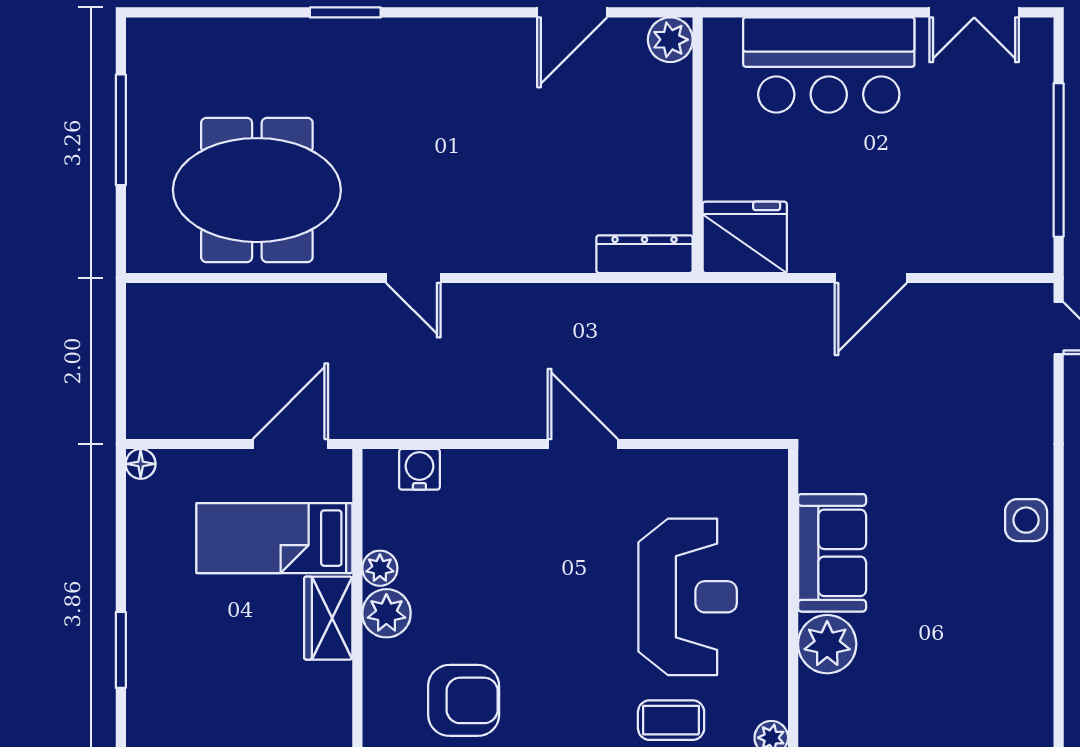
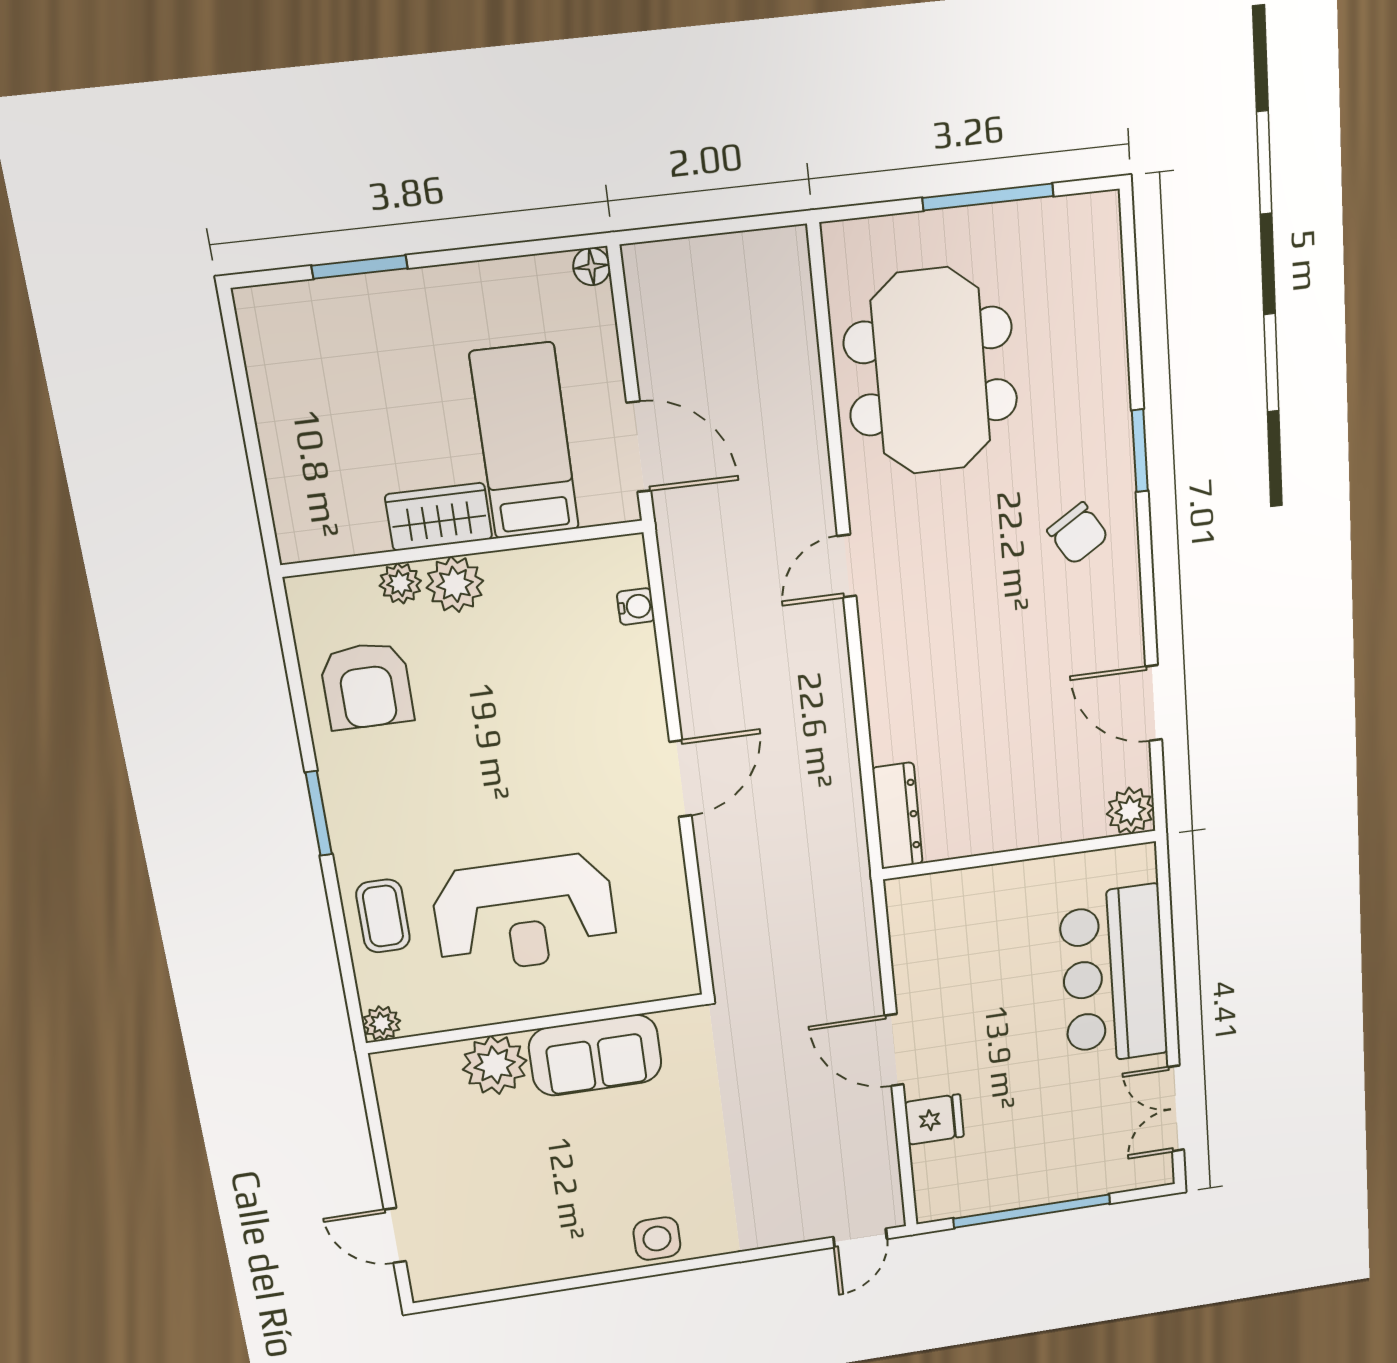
chair: (411, 72) -> (1078, 534), added
fridge: (745, 237) -> (934, 1119), moved, width x0.53, depth x0.75
water cooler: (419, 469) -> (636, 607), width x0.72, depth x0.72
plant: (380, 568) -> (400, 583), moved

